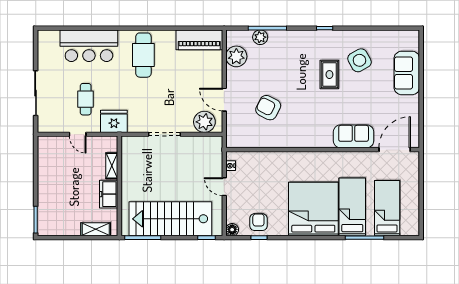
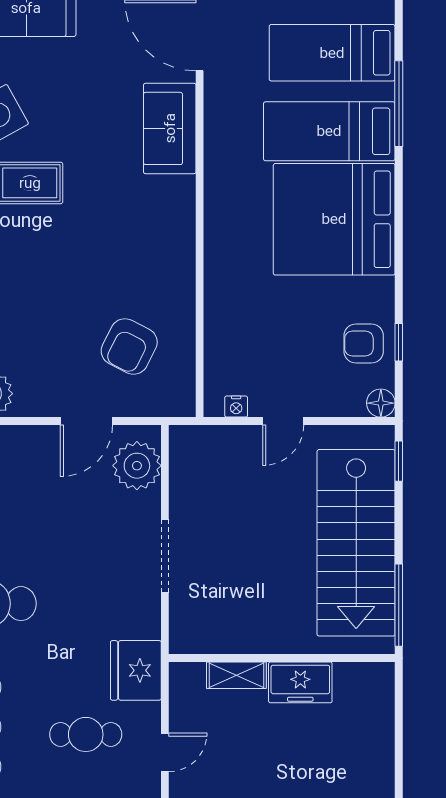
armchair: (268, 108) -> (129, 347), moved
shelving: (96, 229) -> (380, 712), removed

